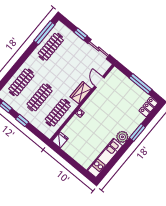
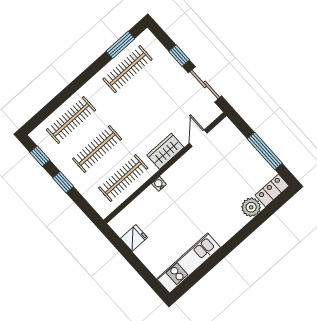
window: (44, 33) -> (120, 45), width x0.69
window: (137, 133) -> (248, 230), removed
plant: (122, 137) -> (251, 207), moved
fridge: (60, 140) -> (134, 238), moved

